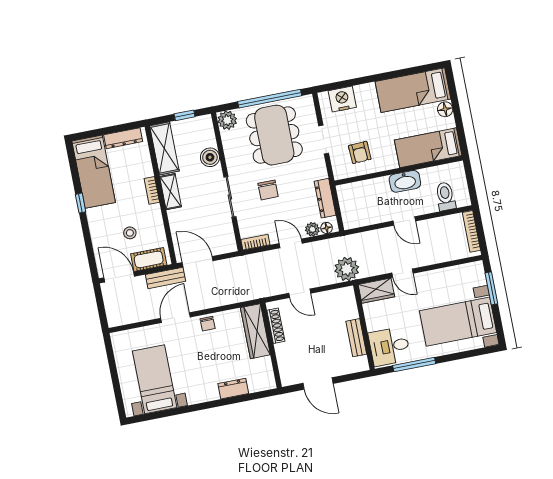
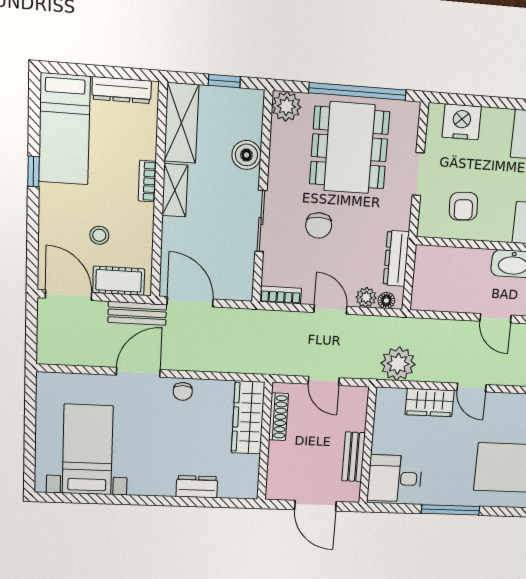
wall: (364, 327) -> (368, 445), moved
bench: (356, 338) -> (353, 457), moved
desk: (389, 346) -> (395, 478), moved

